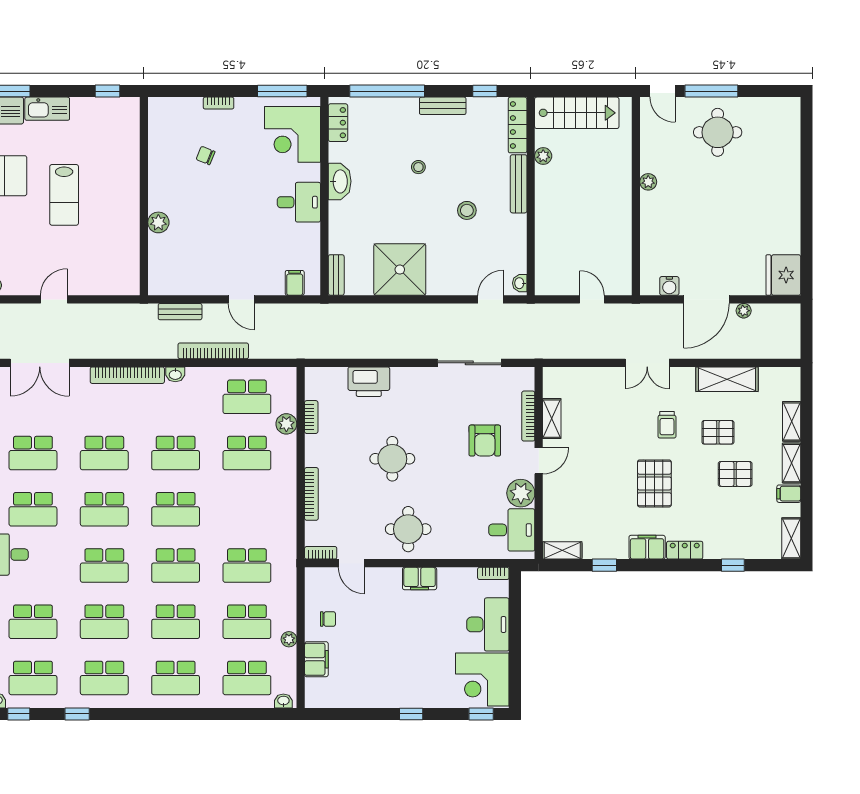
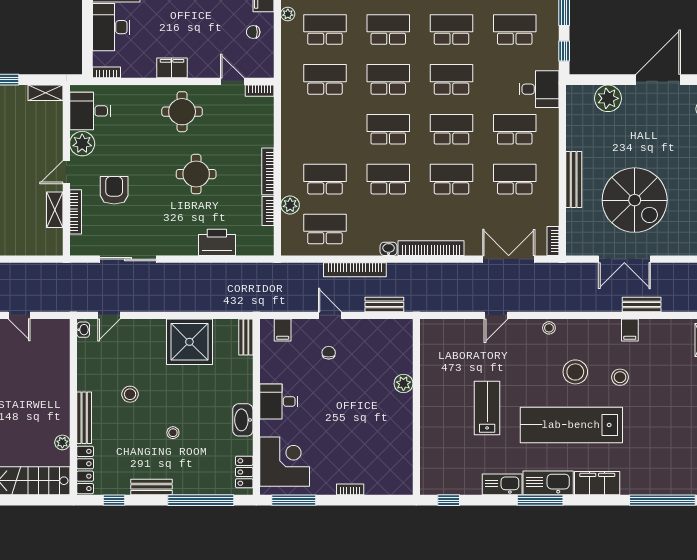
chair: (205, 155) -> (329, 353), moved, turned -112
bookcase: (311, 494) -> (268, 171), moved

